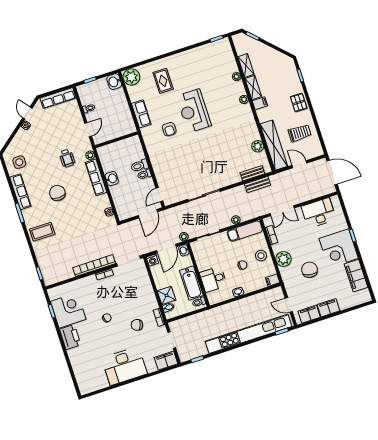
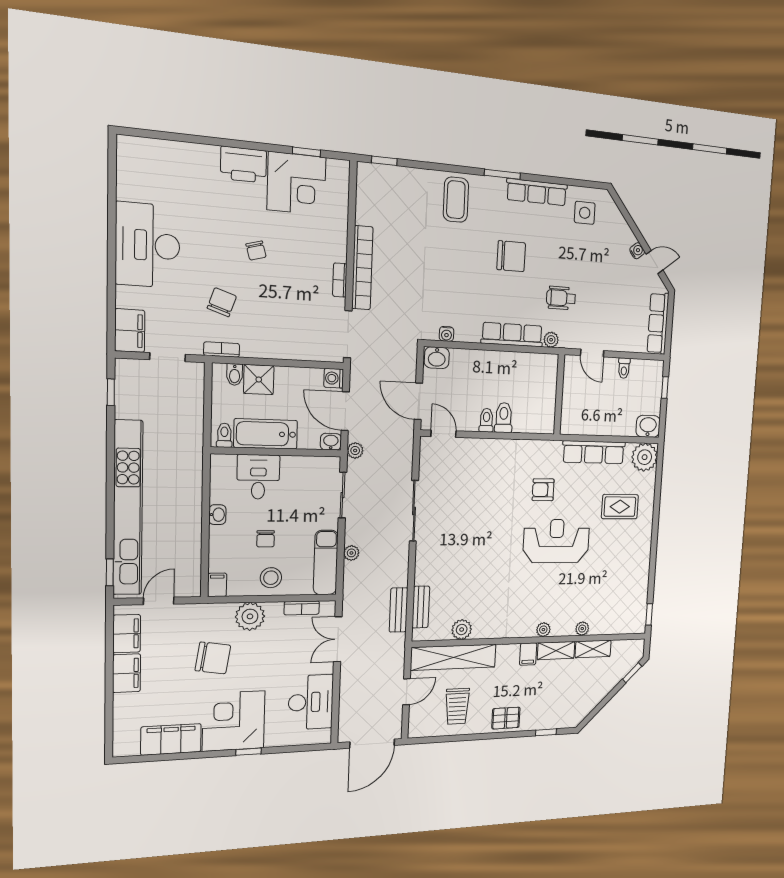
row of seats: (141, 114) -> (594, 452), width x1.48
washbasin: (112, 179) -> (437, 358), moved

